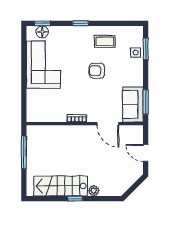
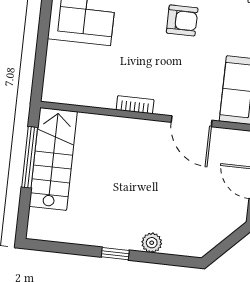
armchair: (97, 71) -> (182, 20), turned 180
stairs: (61, 186) -> (53, 159), moved, turned 90

